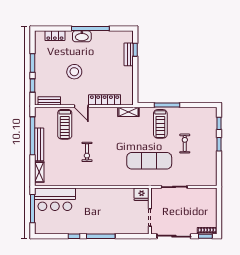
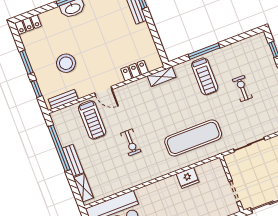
locker: (55, 36) -> (28, 24), moved
stool: (74, 72) -> (66, 63), moved
locker: (105, 100) -> (135, 71), width x0.66
bench: (39, 144) -> (73, 160), width x0.73
exercise mat: (149, 161) -> (193, 138), moved
fridge: (142, 194) -> (188, 178), moved

